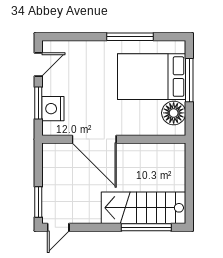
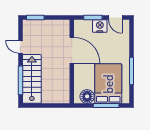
nightstand: (53, 109) -> (100, 26), moved
door: (94, 139) -> (72, 50), swing flipped
door: (58, 227) -> (20, 47), moved

